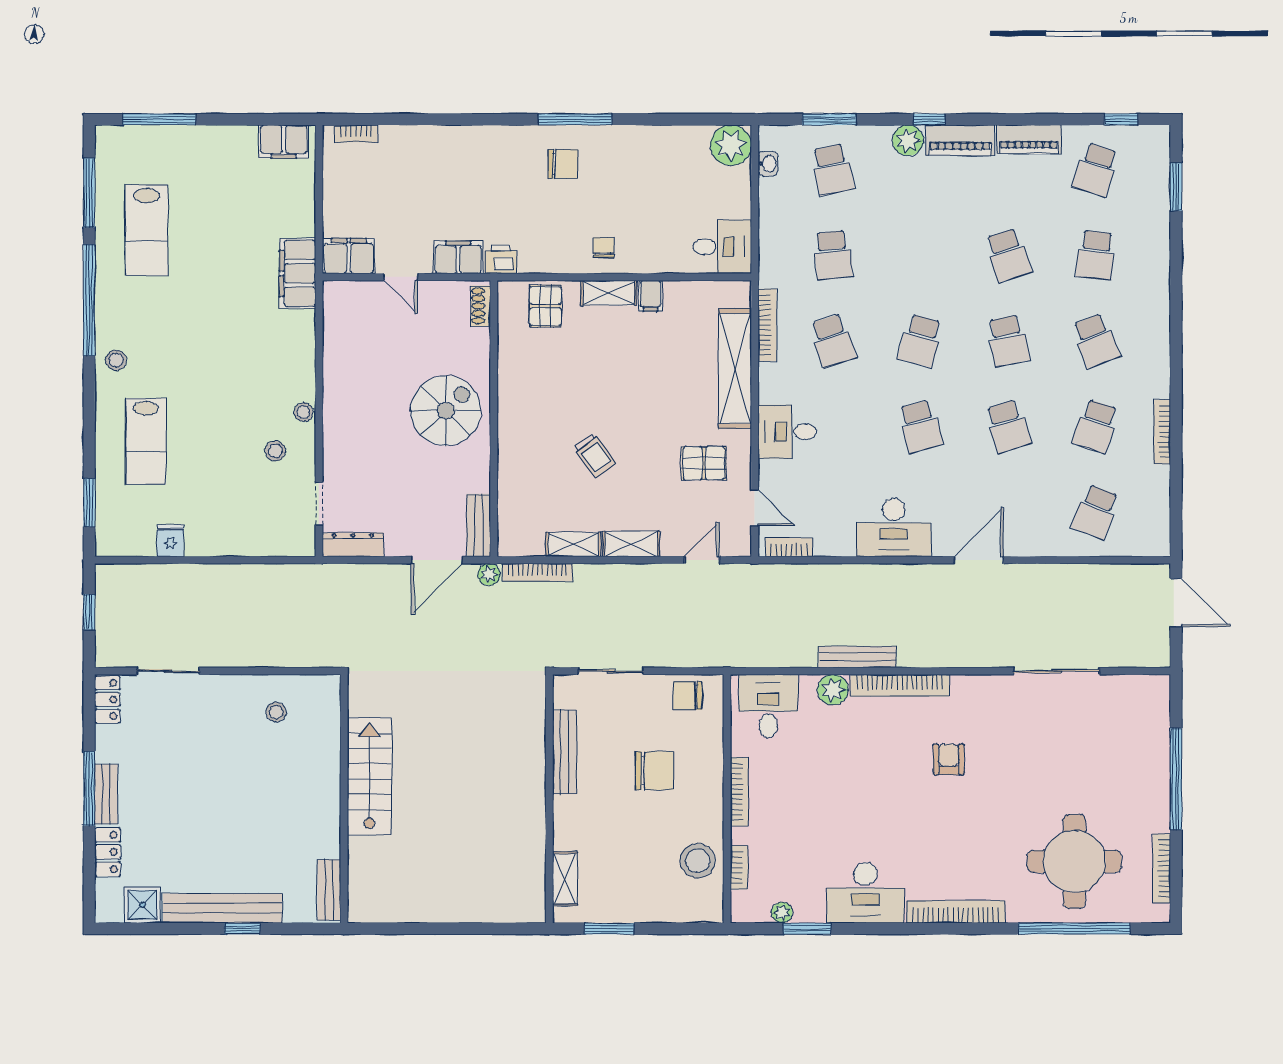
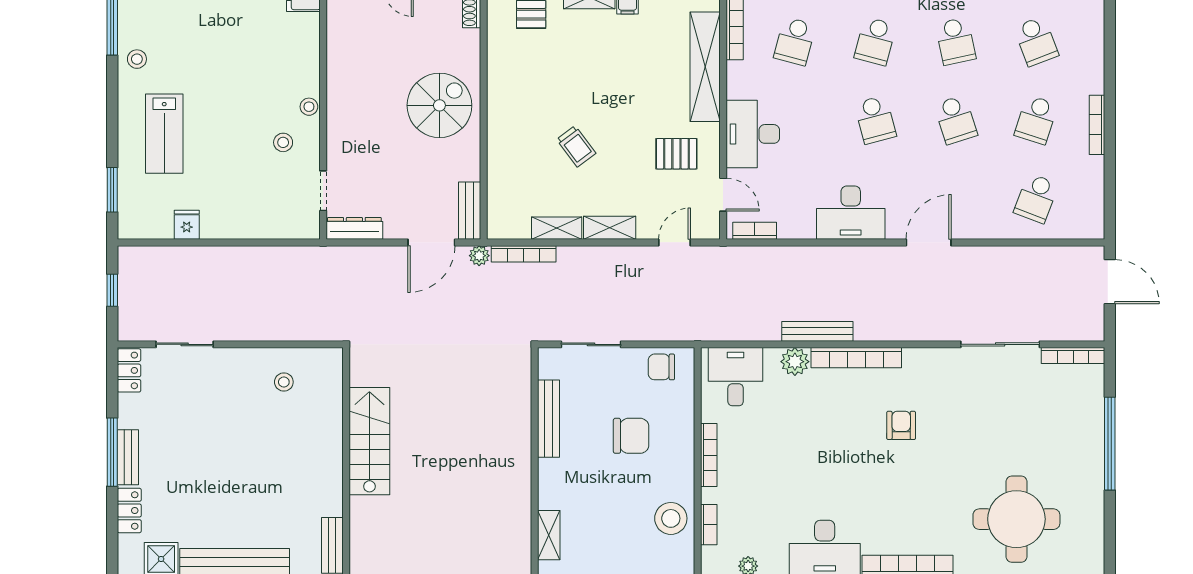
school desk: (833, 341) -> (795, 41), turned 33
desk: (787, 432) -> (753, 134), width x1.37
bookcase: (1162, 868) -> (1073, 356), moved, turned -90

